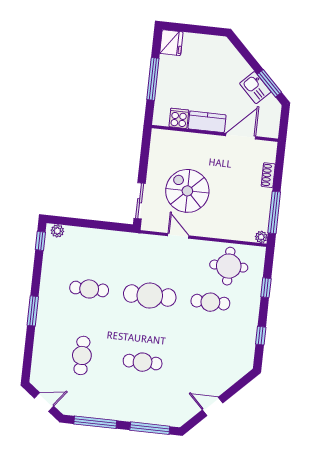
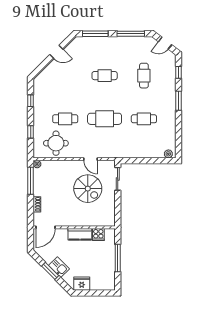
fridge: (171, 43) -> (82, 284), moved, turned 90
window: (269, 83) -> (50, 271), moved
kitchen sink: (255, 88) -> (59, 267), moved
door: (241, 136) -> (46, 227), moved
window: (40, 241) -> (179, 72), moved

